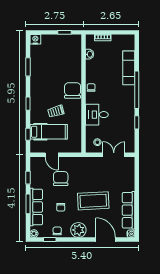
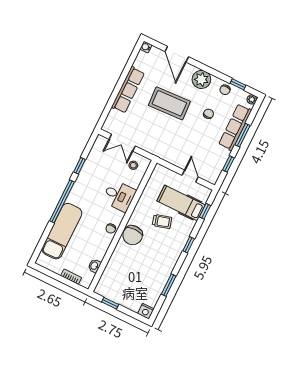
exam couch: (129, 68) -> (62, 231), width x1.36, depth x1.45
chair: (61, 179) -> (193, 145), removed
row of seats: (129, 210) -> (128, 90), moved

